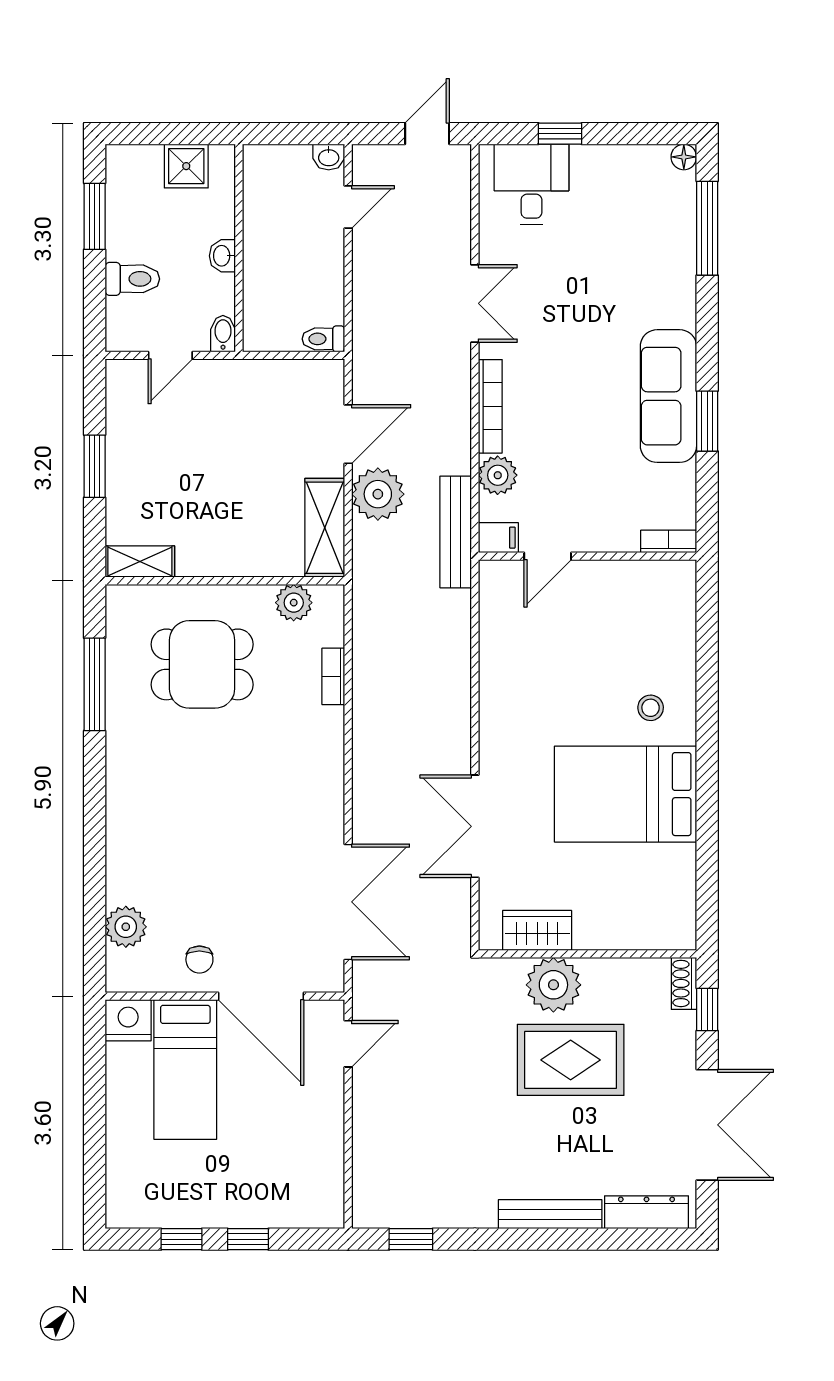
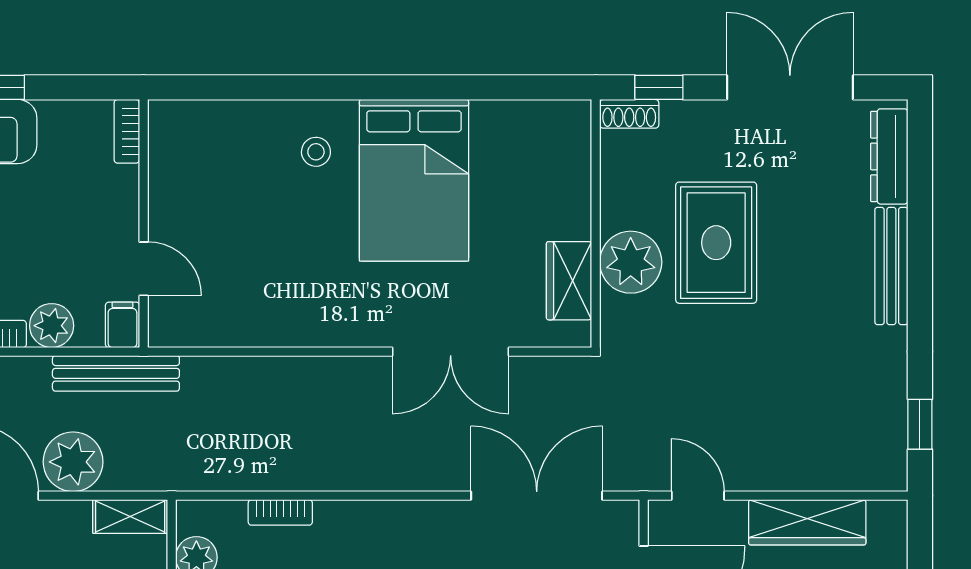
shelving: (325, 528) -> (130, 516), width x0.67, depth x0.75
wardrobe: (325, 1140) -> (807, 522), added

